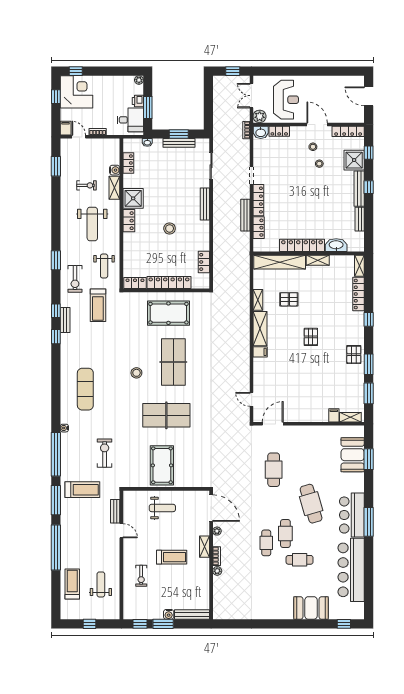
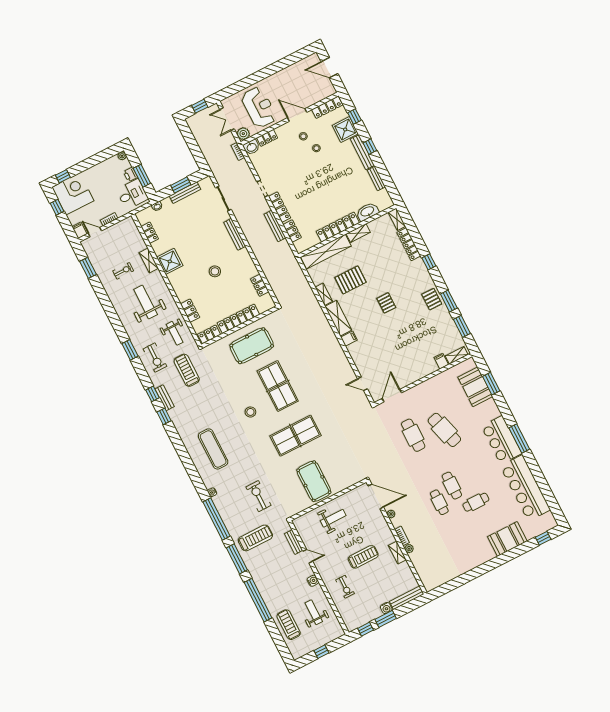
water cooler: (115, 170) -> (313, 581), moved
locker: (129, 221) -> (190, 311), moved
weight bench: (92, 224) -> (146, 302), turned 180
pallet: (289, 299) -> (350, 280), width x1.50, depth x1.42
treadmill: (98, 305) -> (187, 370), turned 180
cafe table: (311, 504) -> (444, 430), moved
shelving: (205, 547) -> (397, 553), moved

